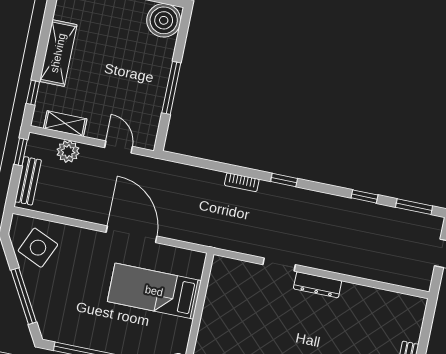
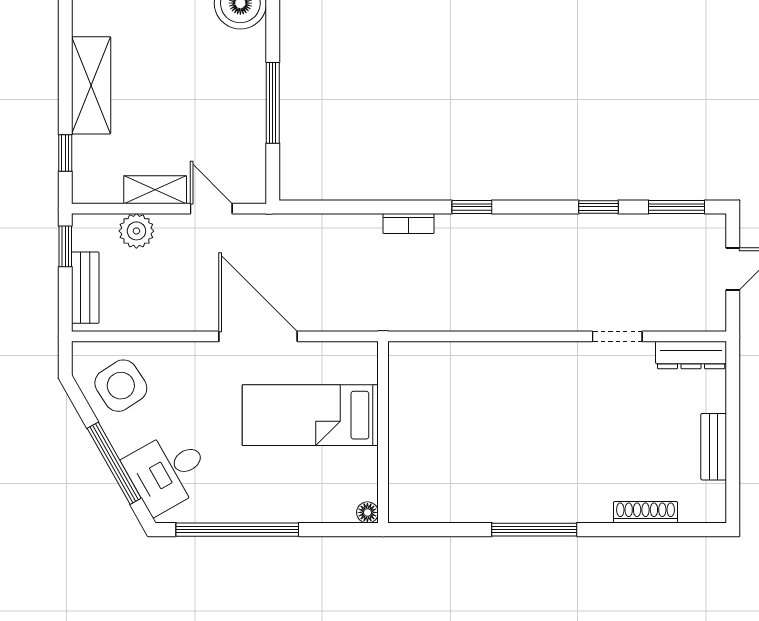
shelving: (65, 124) -> (155, 190), moved
side table: (38, 248) -> (121, 386), turned 33
doorway: (279, 265) -> (617, 336), moved
dresser: (318, 285) -> (691, 355), moved
desk: (57, 308) -> (168, 471), added

